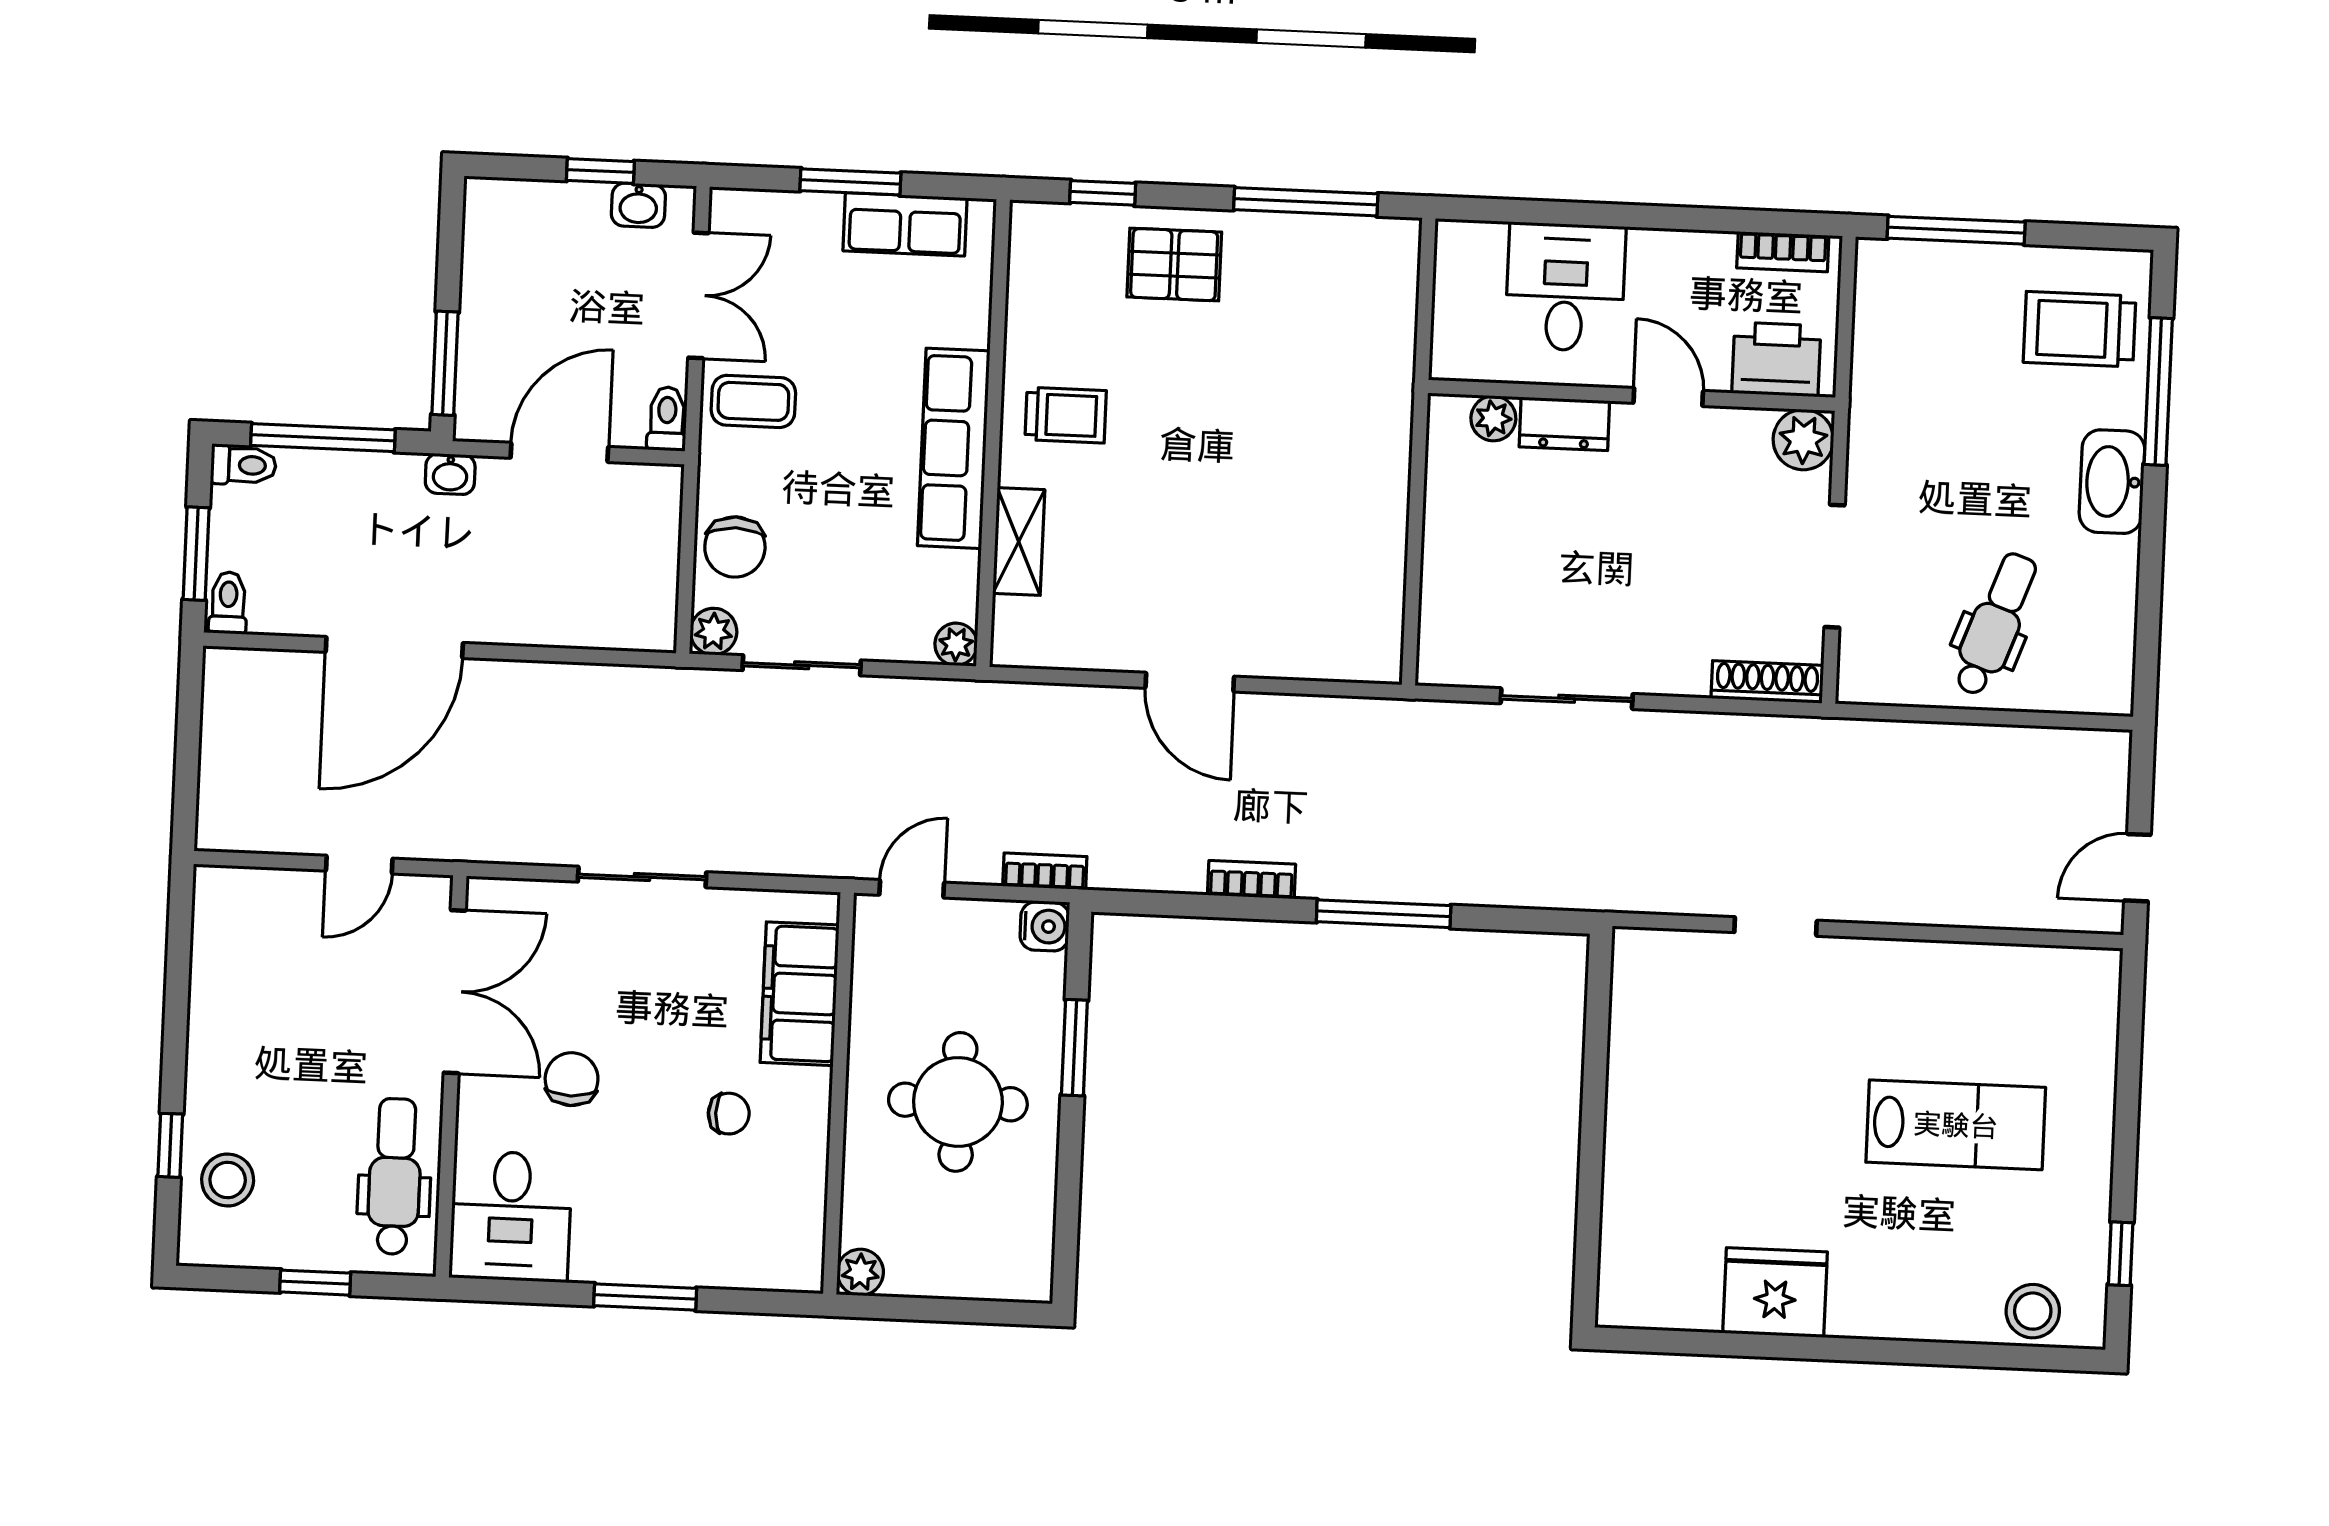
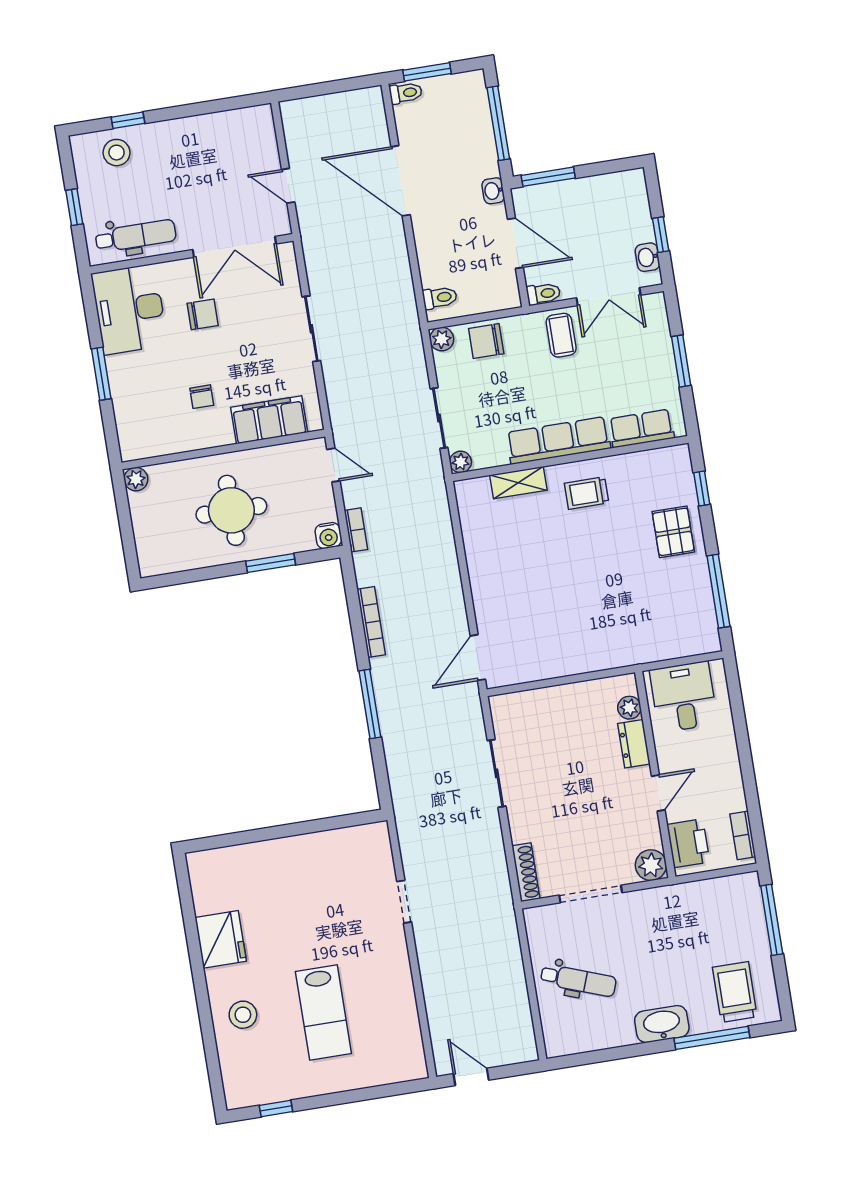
row of seats: (905, 224) -> (642, 428), moved, turned 90
desk: (1565, 287) -> (684, 697), moved, turned -90
trolley: (1066, 415) -> (587, 493), turned 90
toilet: (243, 465) -> (440, 298), moved, turned -90
sliding door: (802, 665) -> (439, 418), moved
door: (1190, 682) -> (478, 658), moved
bookcase: (1251, 880) -> (371, 622), width x1.56
desk: (511, 1216) -> (129, 309), width x1.37
stool: (2033, 1311) -> (243, 1015), moved

